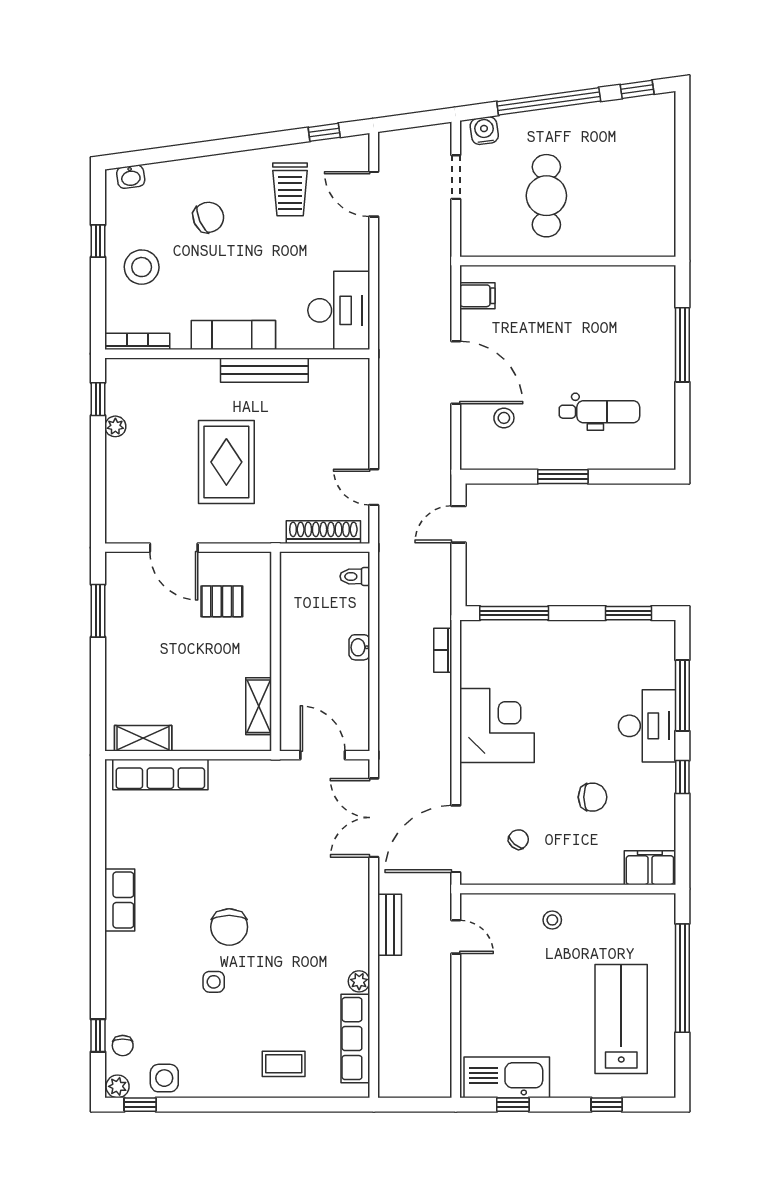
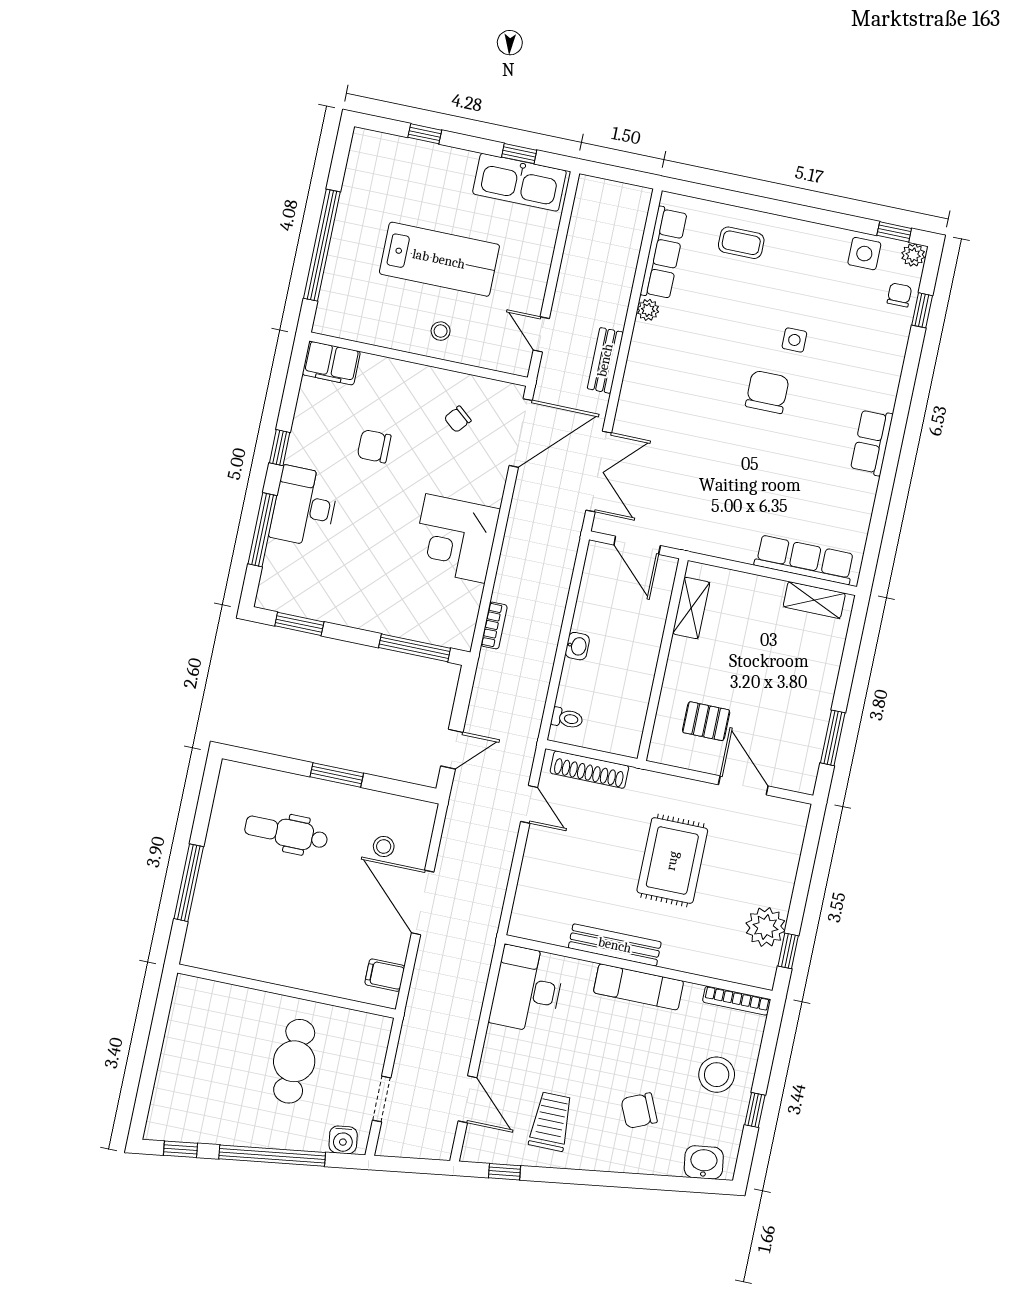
washbasin: (131, 177) -> (704, 1162), width x1.38, depth x1.45
plant: (115, 426) -> (765, 927), width x1.87, depth x1.87
lab bench: (621, 1019) -> (439, 259), moved, turned -90

